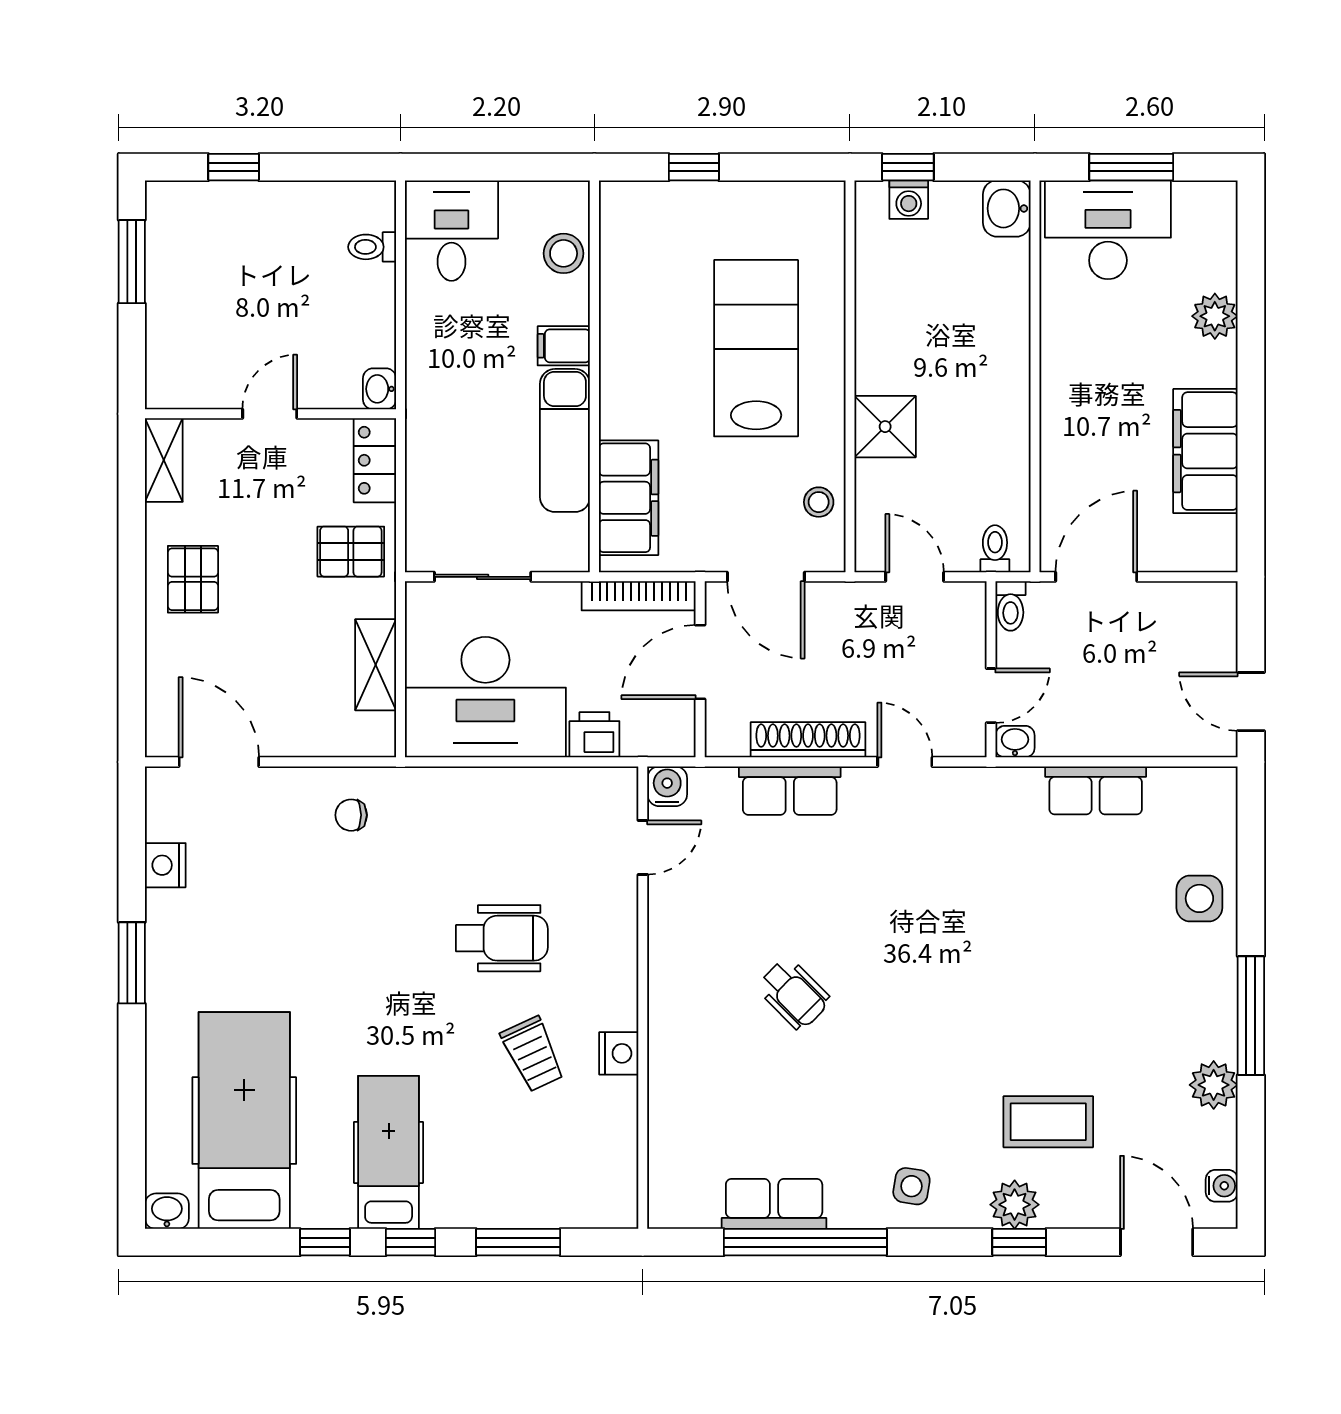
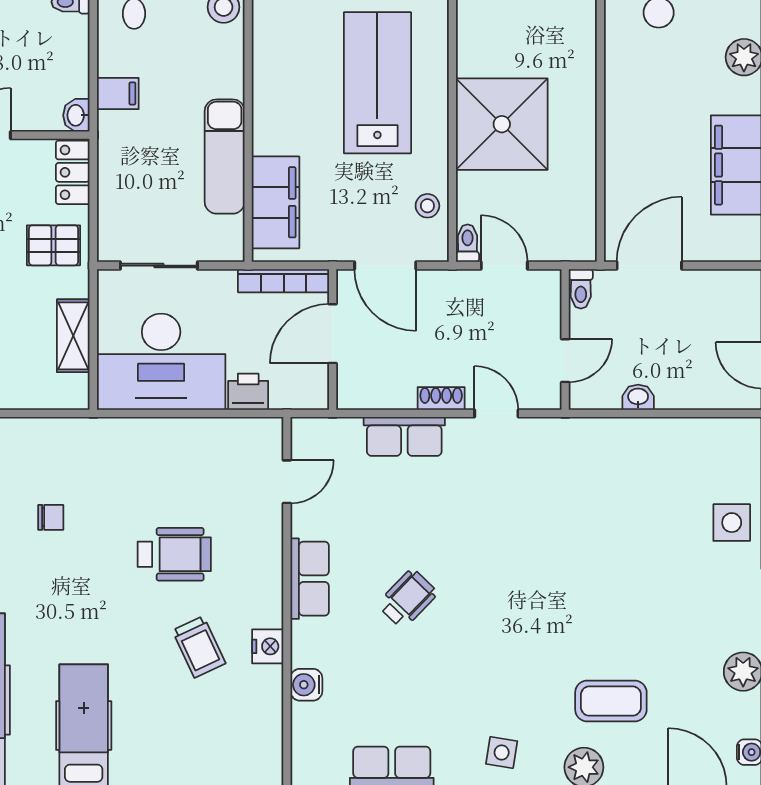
filing cabinet: (564, 346) -> (118, 93), moved, turned 180
shower: (885, 427) -> (502, 124), width x1.86, depth x1.86
toilet: (995, 549) -> (468, 243), moved
shoe rack: (808, 740) -> (441, 398), width x0.51, depth x0.81
washbasin: (1015, 742) -> (638, 397), moved
water cooler: (667, 786) -> (306, 685), moved, turned -90
row of seats: (1096, 790) -> (310, 579), moved, turned -90
chair: (351, 815) -> (51, 517), moved, turned 180
wheelchair: (794, 994) -> (407, 599), turned -91

